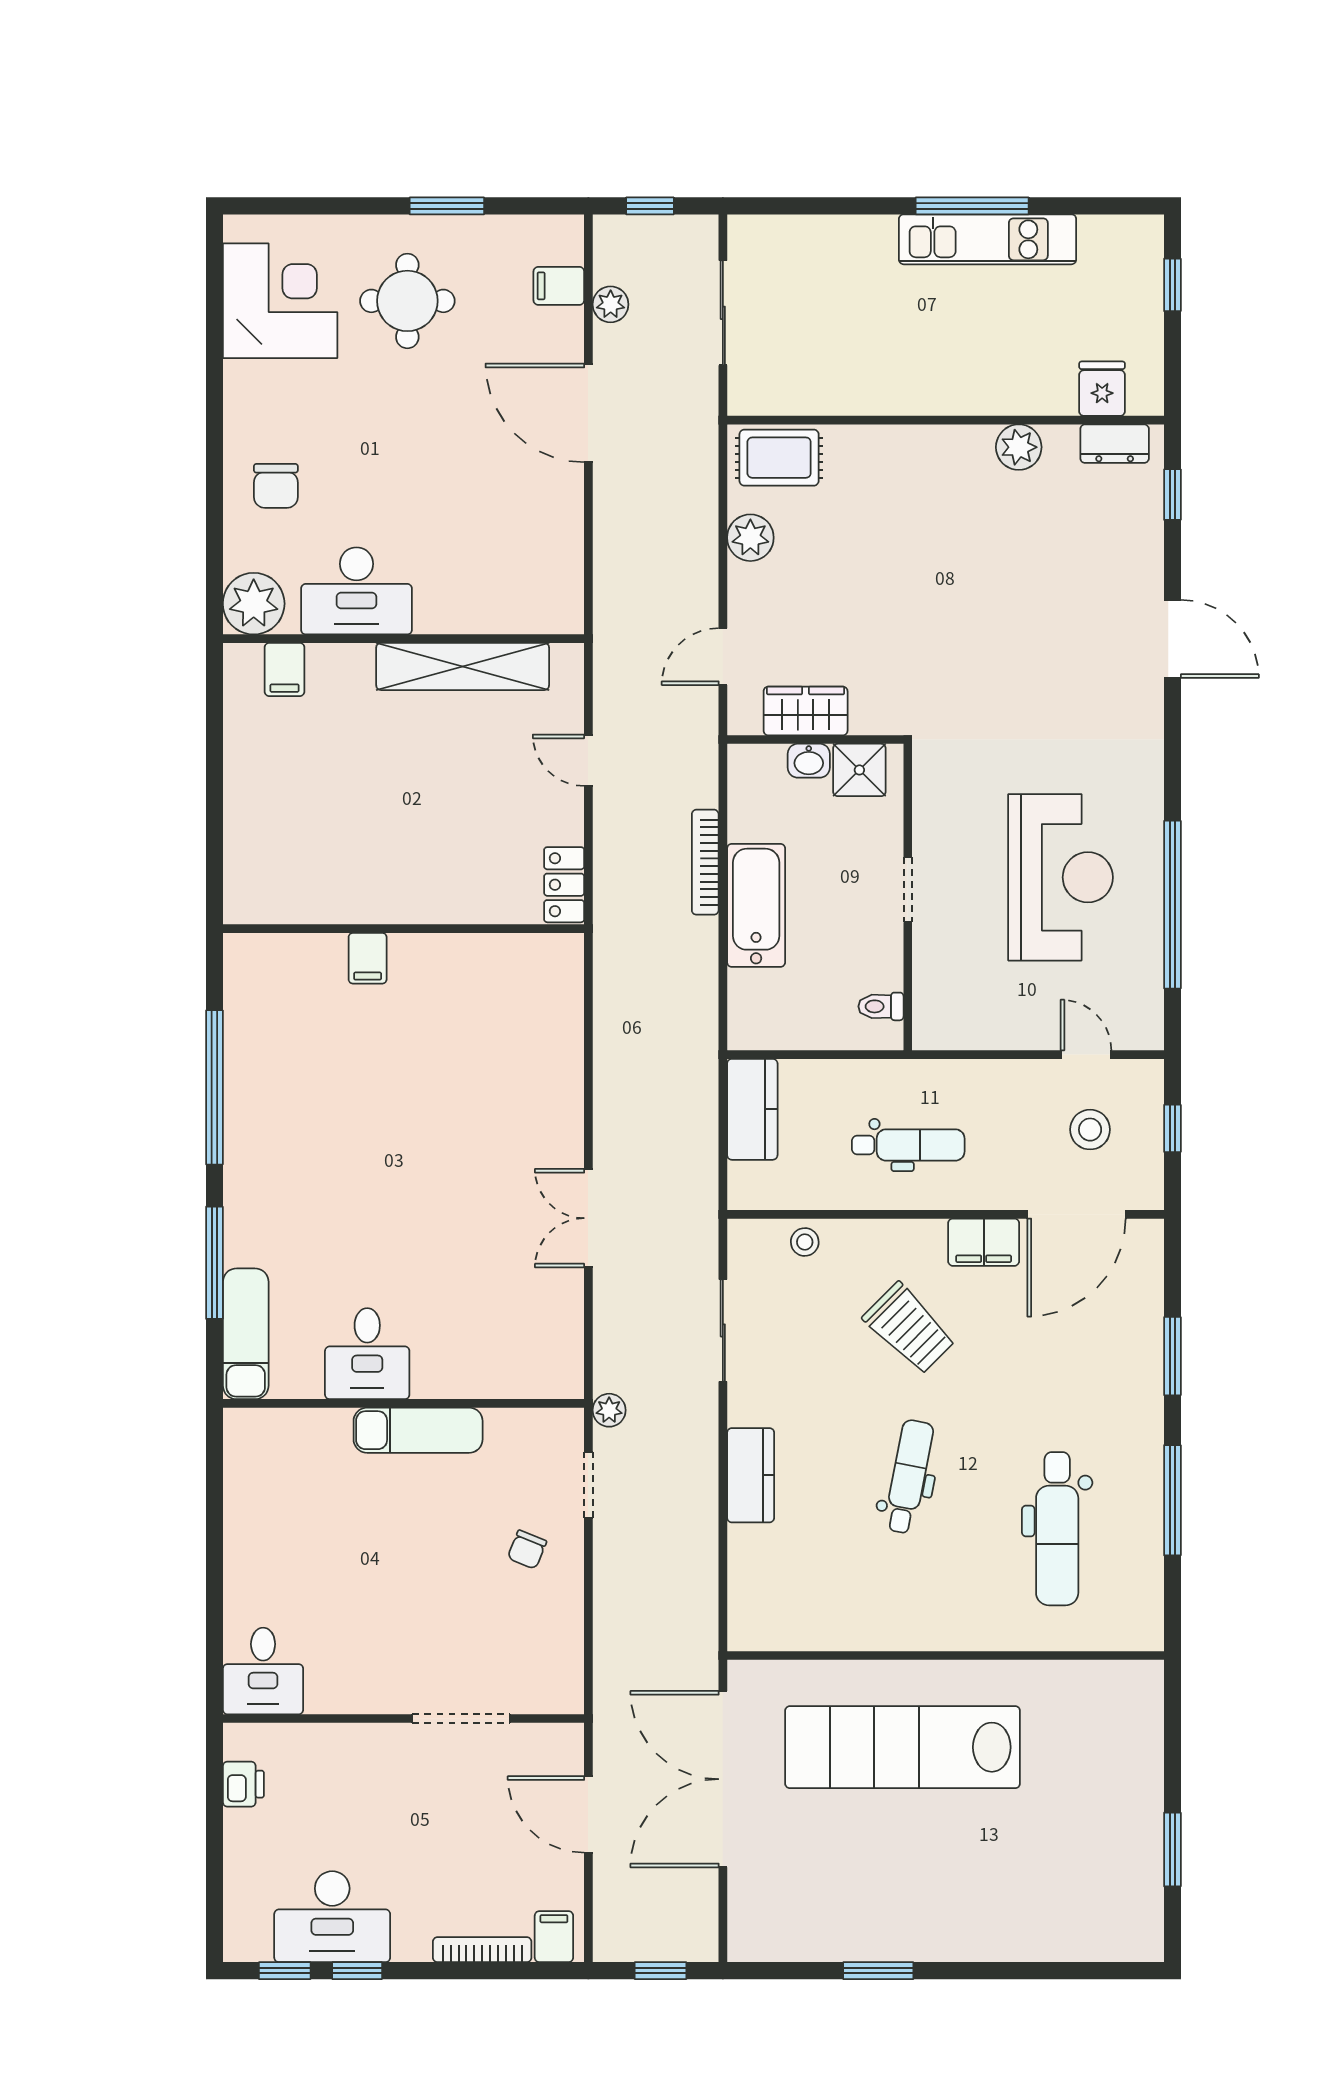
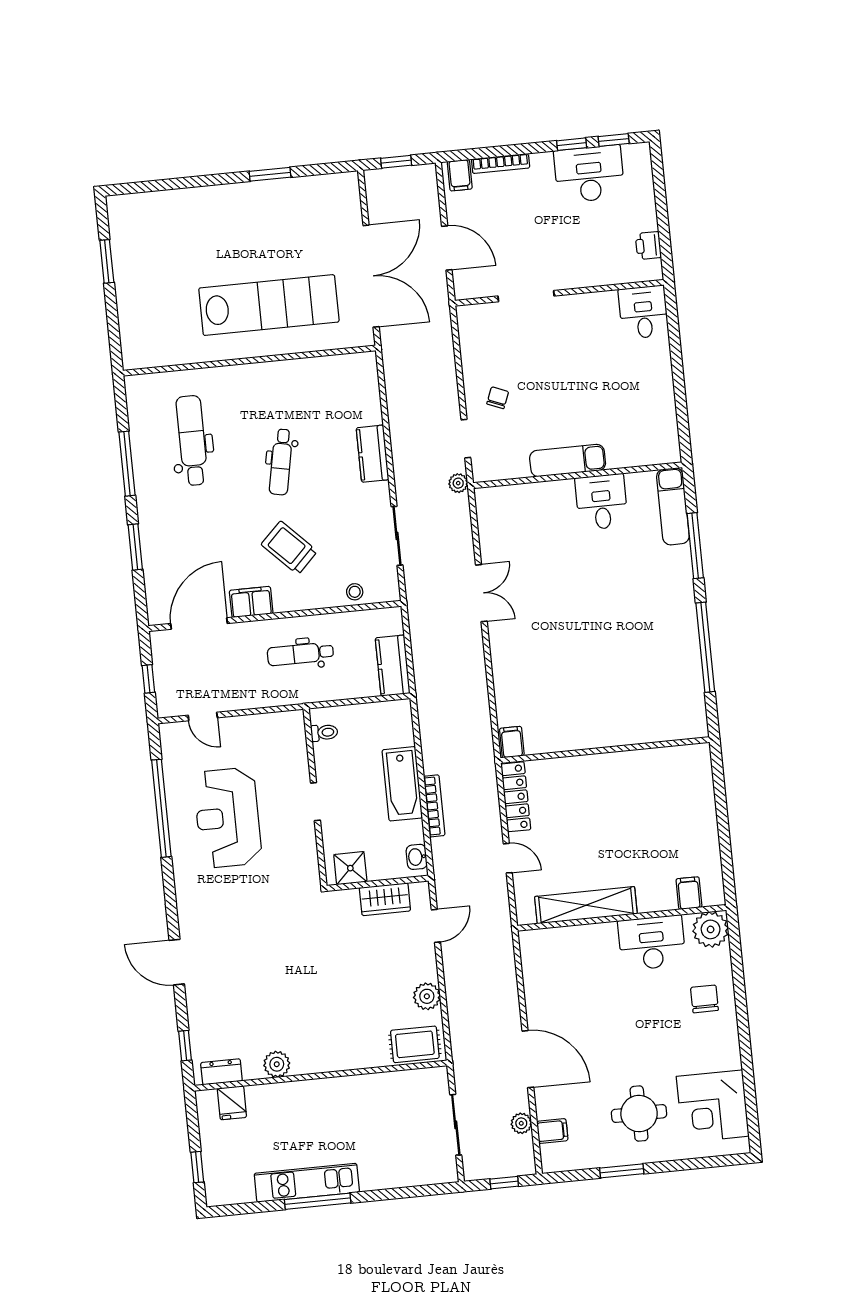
washbasin: (809, 761) -> (417, 857), moved, turned -90
locker: (564, 885) -> (516, 797), width x1.53
filing cabinet: (368, 958) -> (512, 742), moved
stool: (1090, 1130) -> (196, 673), removed

